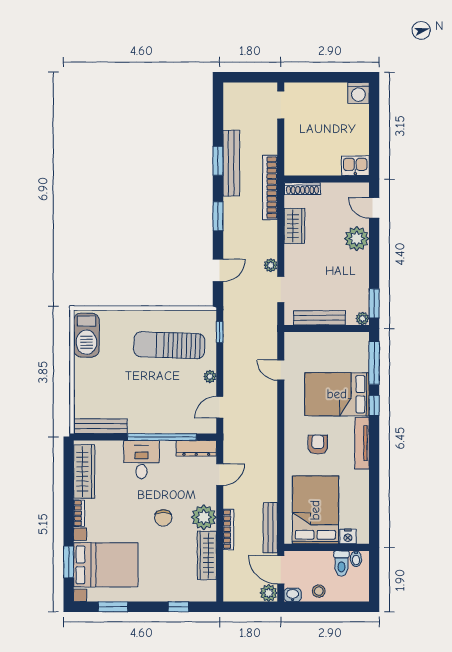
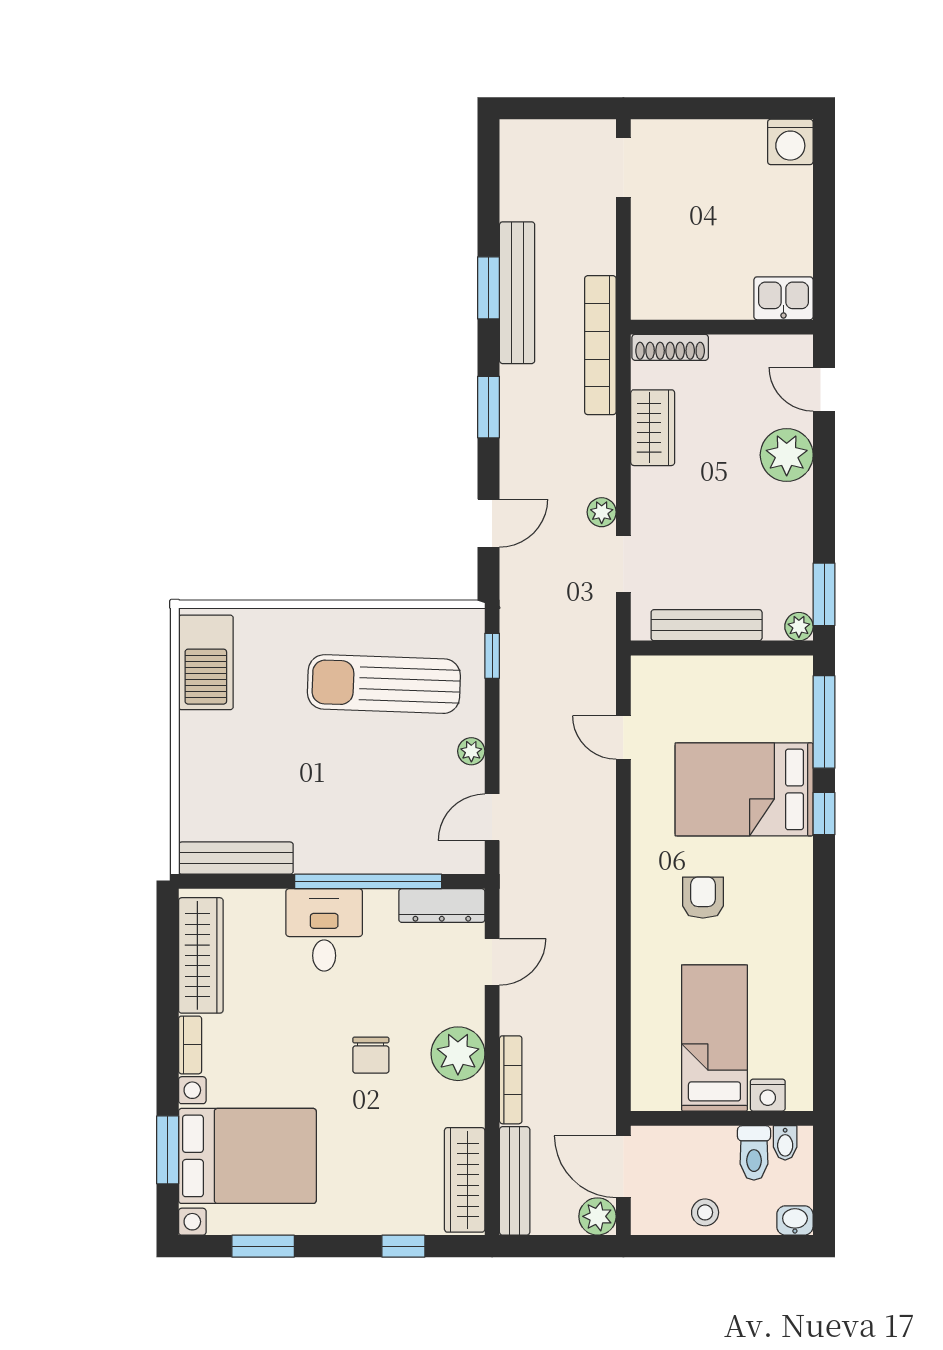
tv unit: (362, 443) -> (798, 895), removed
bed: (315, 510) -> (714, 1038), width x0.67
bench: (270, 528) -> (515, 1181), moved
wardrobe: (207, 555) -> (465, 1180), moved
washbasin: (293, 595) -> (795, 1220), moved

